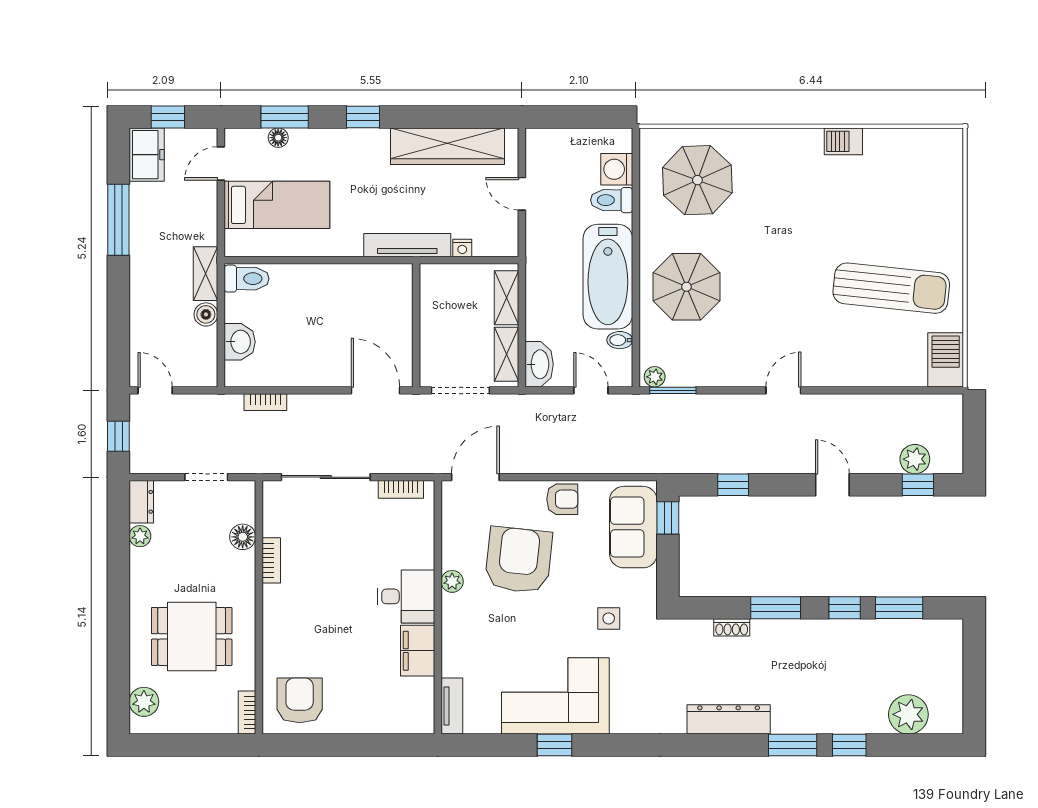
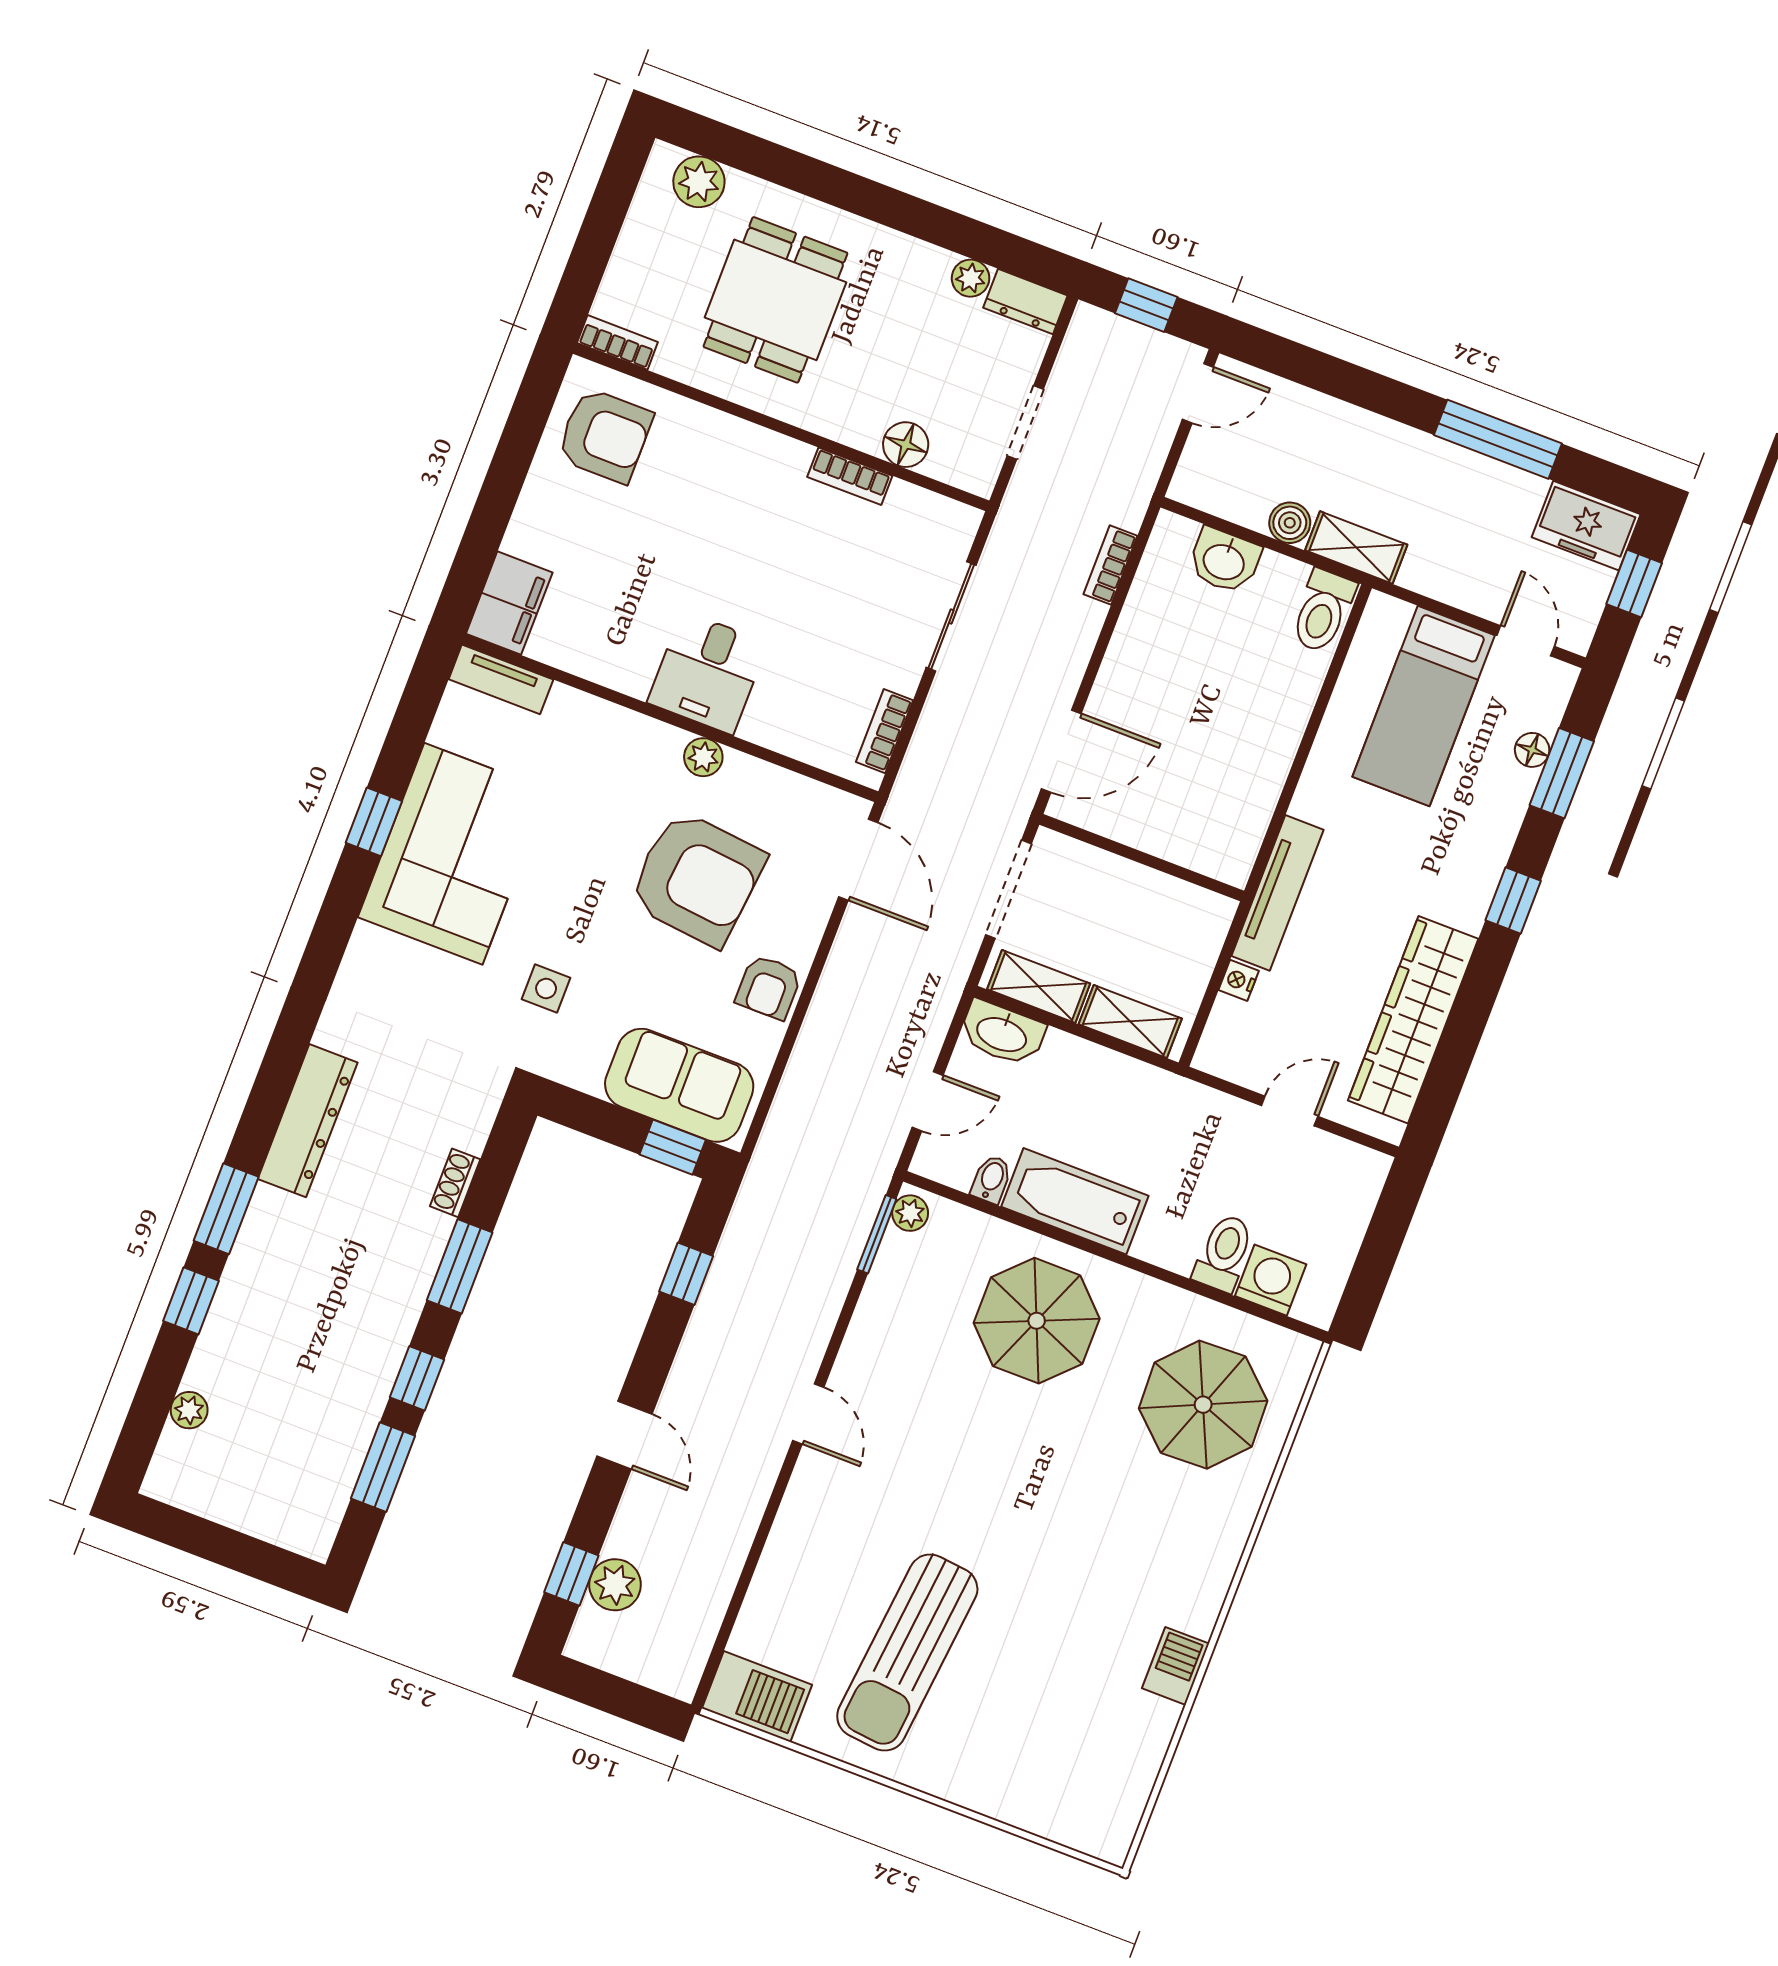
bathtub: (608, 277) -> (1075, 1201), width x0.73, depth x0.73
sliding door: (326, 477) -> (951, 616), width x0.73
door: (832, 485) -> (624, 1435), hinge flipped
filing cabinet: (418, 651) -> (509, 603), moved, turned 90
plant: (908, 714) -> (189, 1410), width x0.53, depth x0.53

